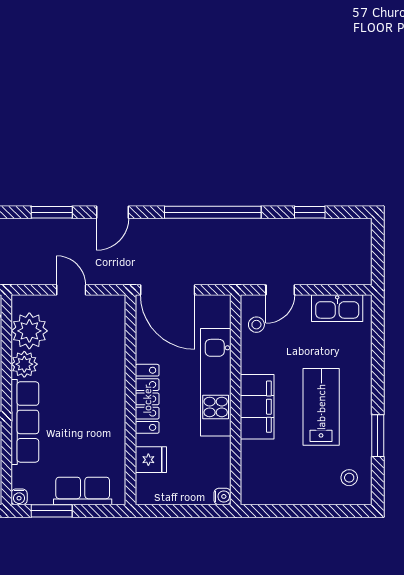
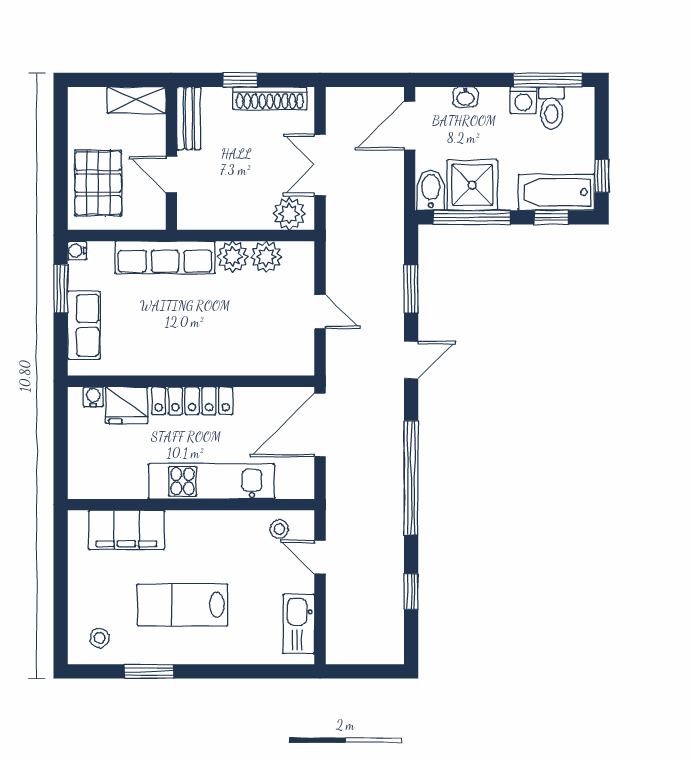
door: (113, 212) -> (411, 360), swing flipped
door: (71, 290) -> (320, 312), hinge flipped
plant: (29, 331) -> (266, 257), width x0.73, depth x0.73
filing cabinet: (257, 407) -> (126, 530), moved
lab bench: (321, 407) -> (183, 605), turned 180
fridge: (151, 460) -> (127, 405), width x1.38
water cooler: (222, 496) -> (93, 397), moved, turned 180

